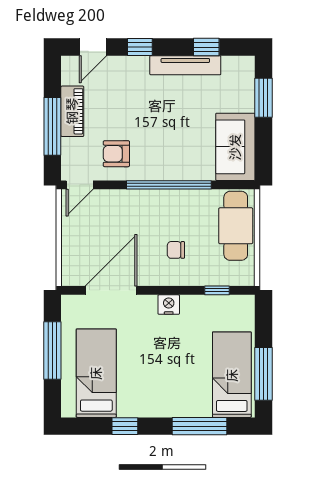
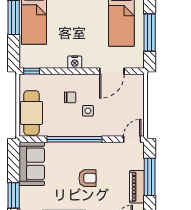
armchair: (116, 154) -> (88, 178), moved
side table: (148, 229) -> (88, 111), added
door: (111, 290) -> (112, 71), width x0.73
window: (217, 290) -> (32, 71), moved

